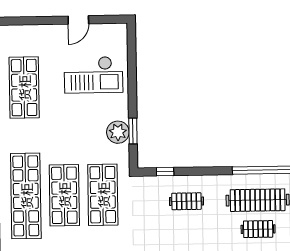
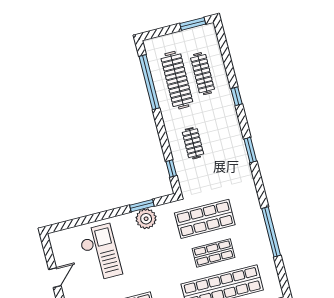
door: (78, 20) -> (55, 278), hinge flipped
shop shelf: (64, 195) -> (213, 253), width x0.70, depth x0.74
clothes rail: (258, 229) -> (202, 74), width x1.36

